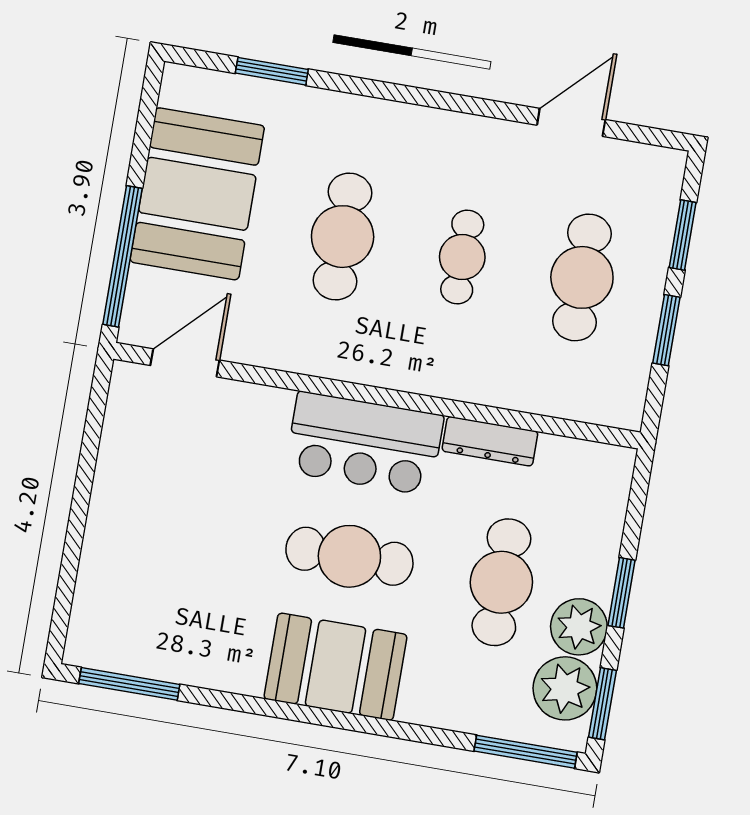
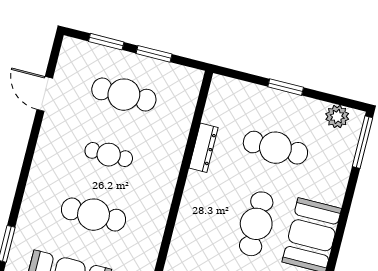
bar counter: (364, 443) -> (199, 212), removed
plant: (579, 627) -> (301, 110), removed
plant: (565, 688) -> (337, 117), width x0.73, depth x0.73
window: (602, 704) -> (341, 101), removed

